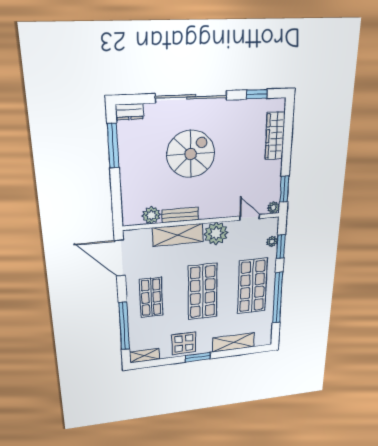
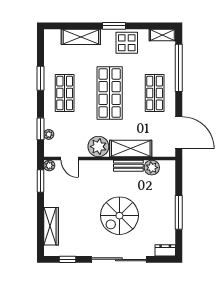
window: (113, 146) -> (179, 212), moved
shop shelf: (252, 286) -> (65, 93), width x0.70, depth x0.74
window: (278, 298) -> (40, 78), width x0.47

